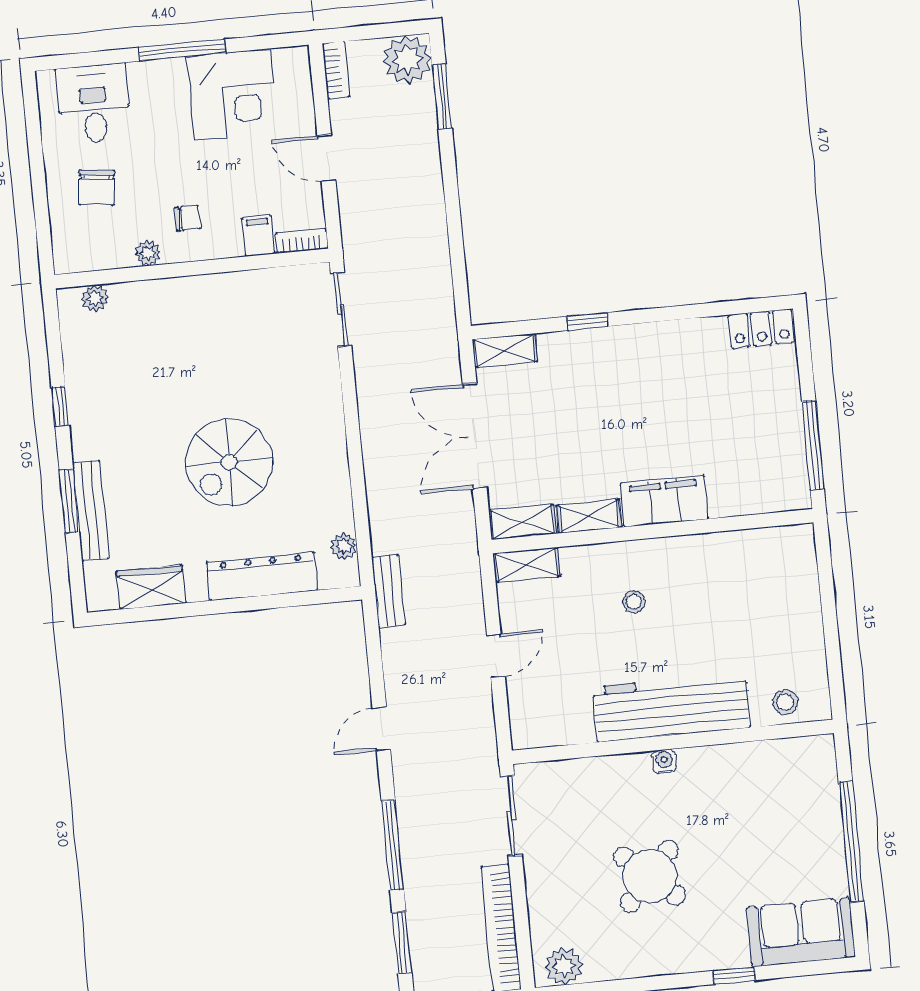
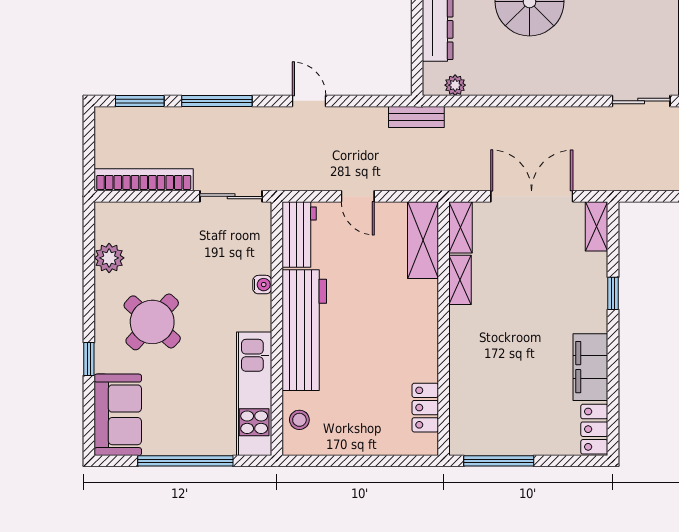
filing cabinet: (664, 501) -> (590, 367), moved, turned 180
locker: (755, 545) -> (425, 408), added
shelving: (527, 565) -> (423, 240), width x1.50, depth x1.33
stool: (634, 602) -> (390, 309), removed
workbench: (551, 725) -> (299, 234), added
water cooler: (664, 761) -> (262, 285), moved
kitchen unit: (758, 763) -> (254, 394), added
round table: (649, 876) -> (152, 322), moved
plant: (564, 966) -> (109, 258), moved

